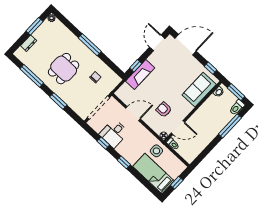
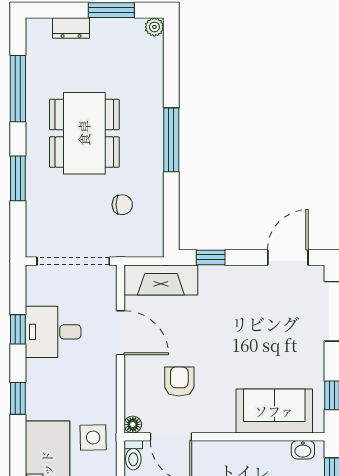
dining table: (64, 69) -> (84, 133), width x1.38
fireplace: (140, 75) -> (161, 280), moved

